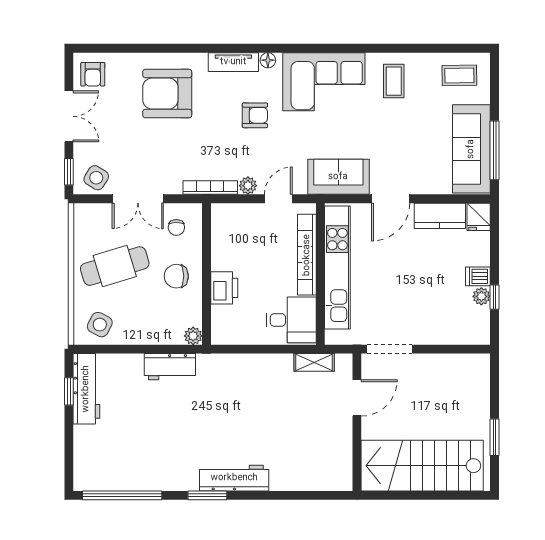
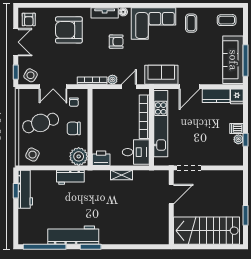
printer: (224, 288) -> (101, 158), moved, turned -90
plant: (193, 336) -> (79, 156), width x1.88, depth x1.88
shelving: (314, 362) -> (121, 175), moved
workbench: (234, 478) -> (73, 235), moved, width x1.36, depth x1.32

